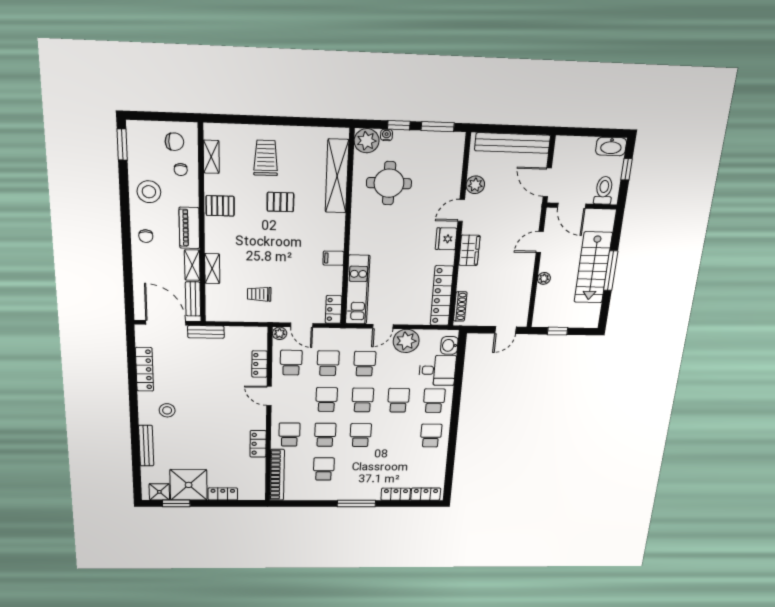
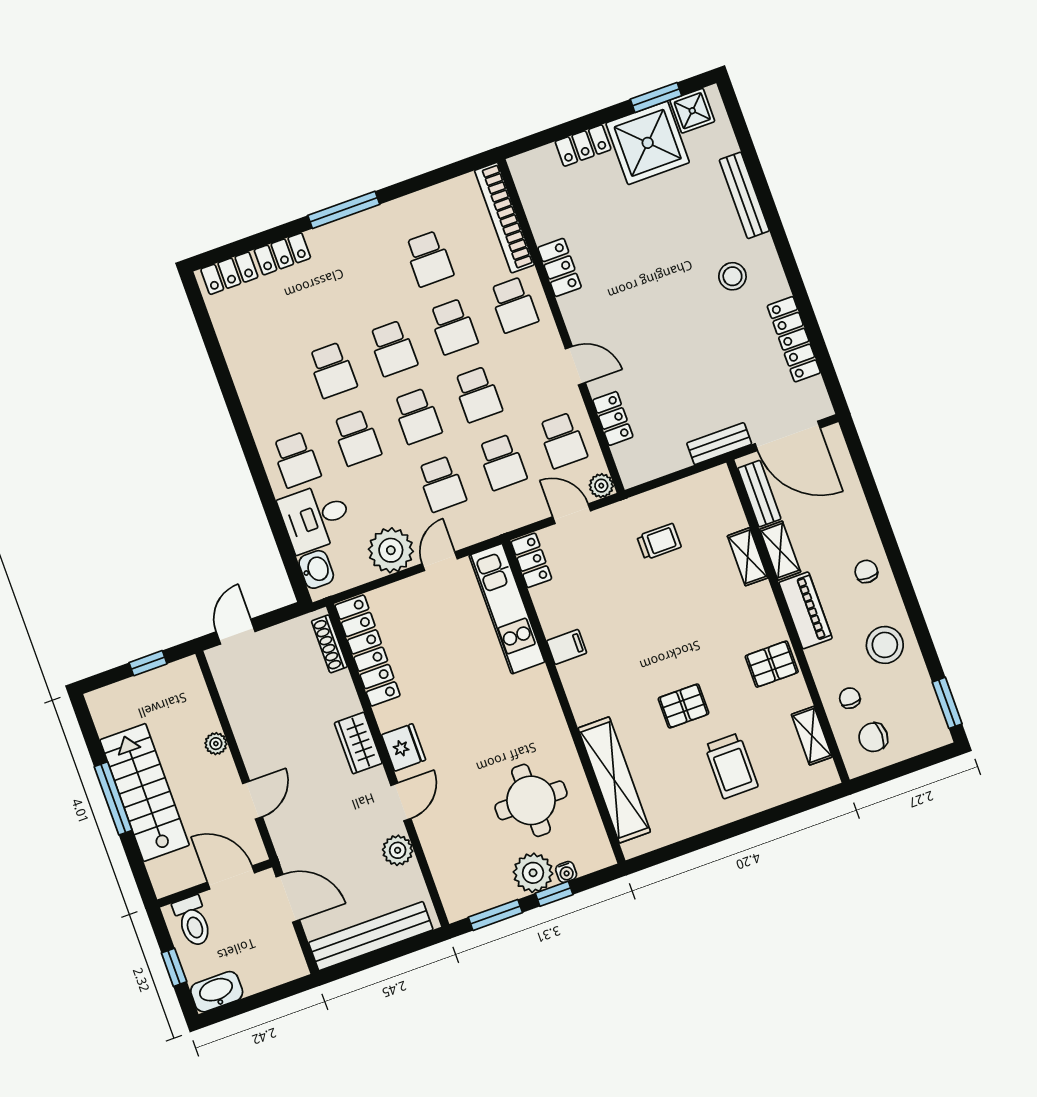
plant: (367, 141) -> (533, 873), moved
school desk: (431, 436) -> (332, 370), moved

